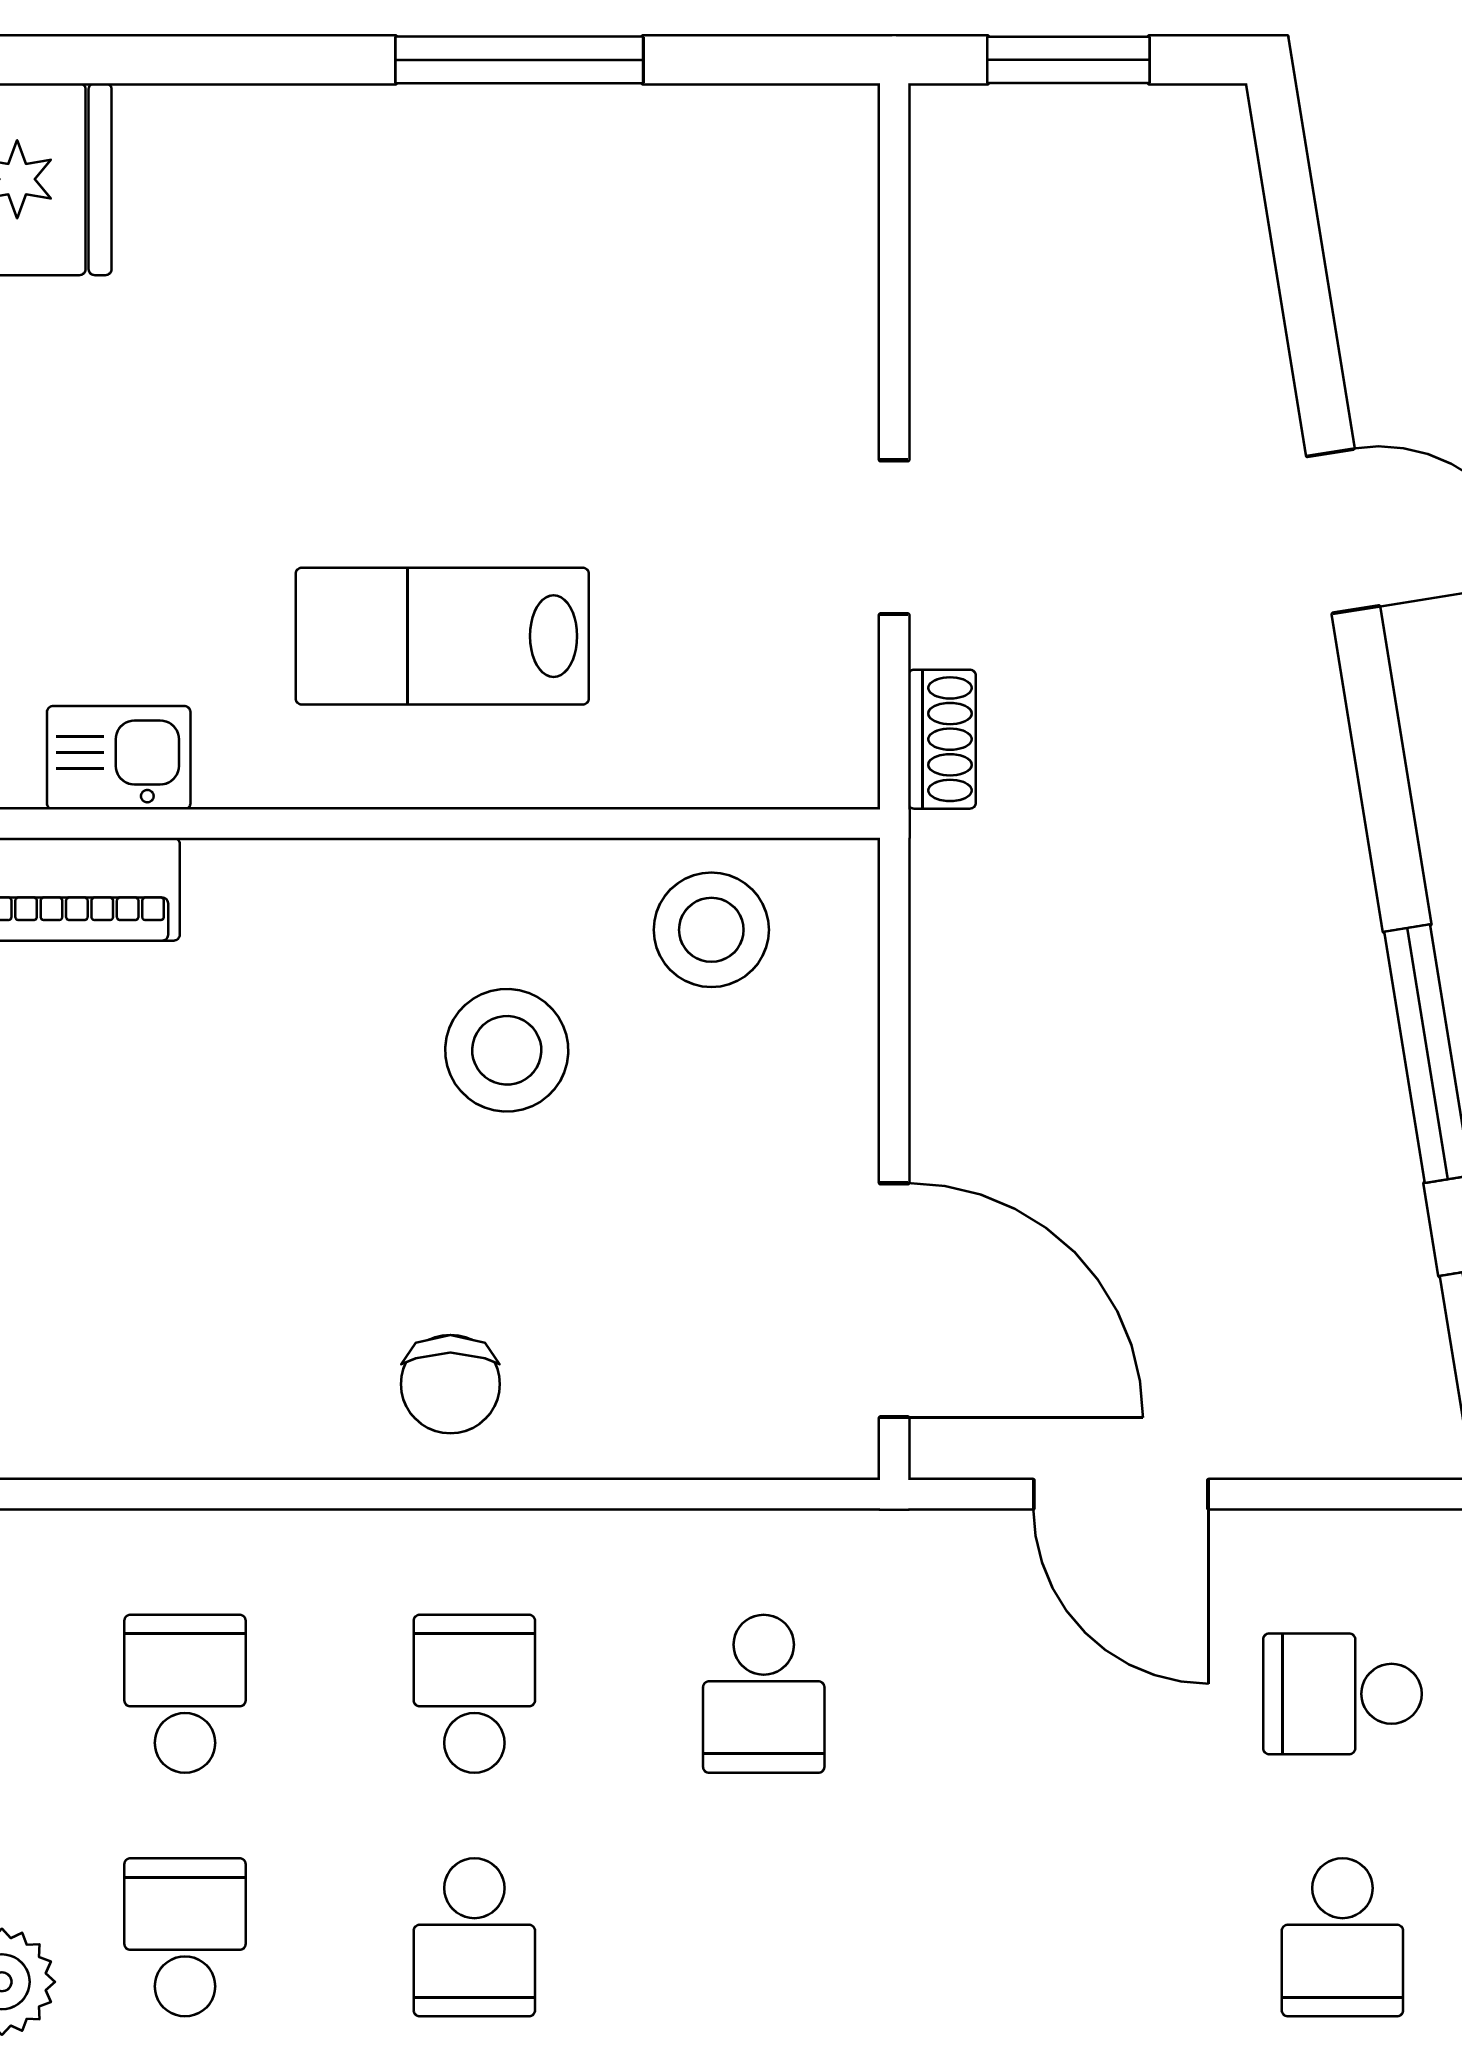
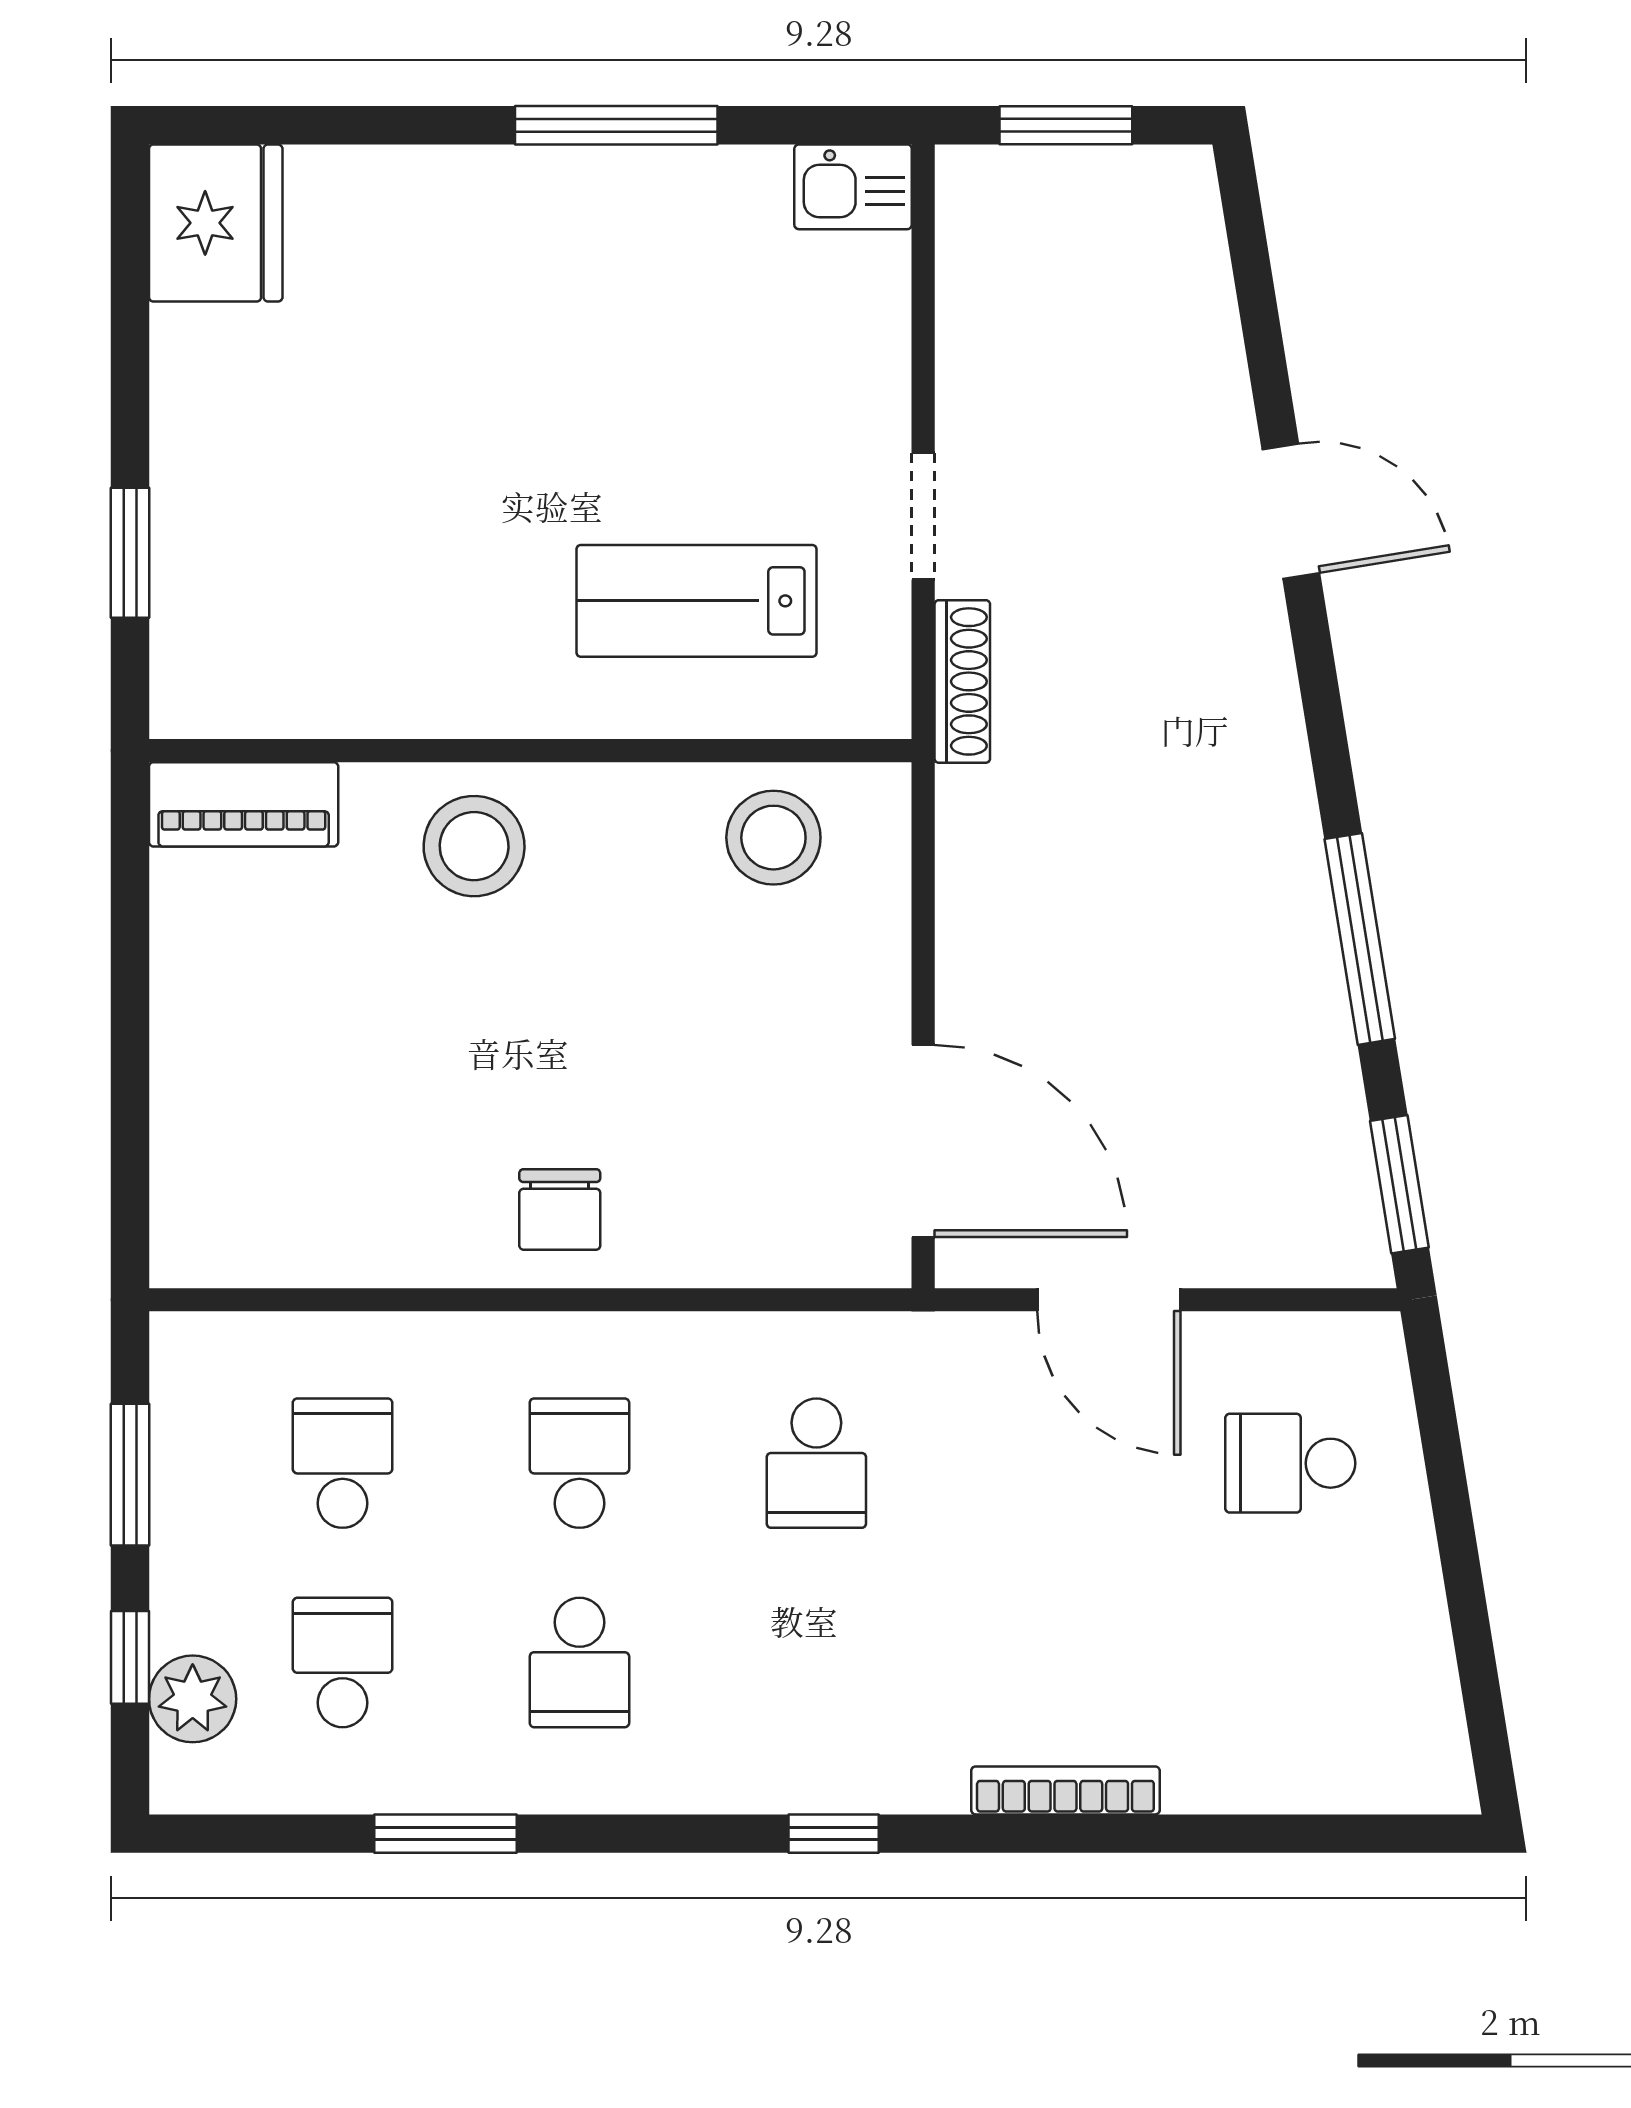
lab bench: (442, 636) -> (697, 601), moved
shoe rack: (942, 739) -> (962, 681), width x1.43
kitchen sink: (119, 758) -> (853, 187), moved, turned 180
stool: (507, 1050) -> (474, 846), moved
school desk: (1342, 1937) -> (1290, 1663), removed

